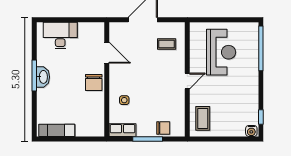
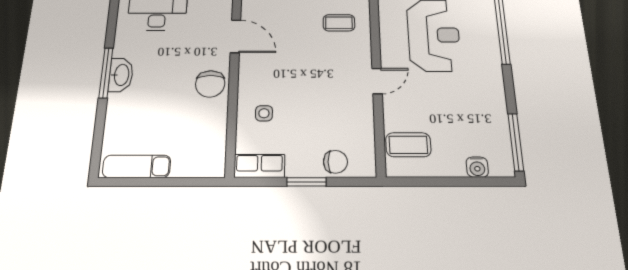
window: (261, 117) -> (516, 142), width x2.17
coffee table: (203, 118) -> (408, 145), turned 90
water cooler: (251, 131) -> (477, 167), moved
window: (148, 139) -> (307, 182), width x0.69

